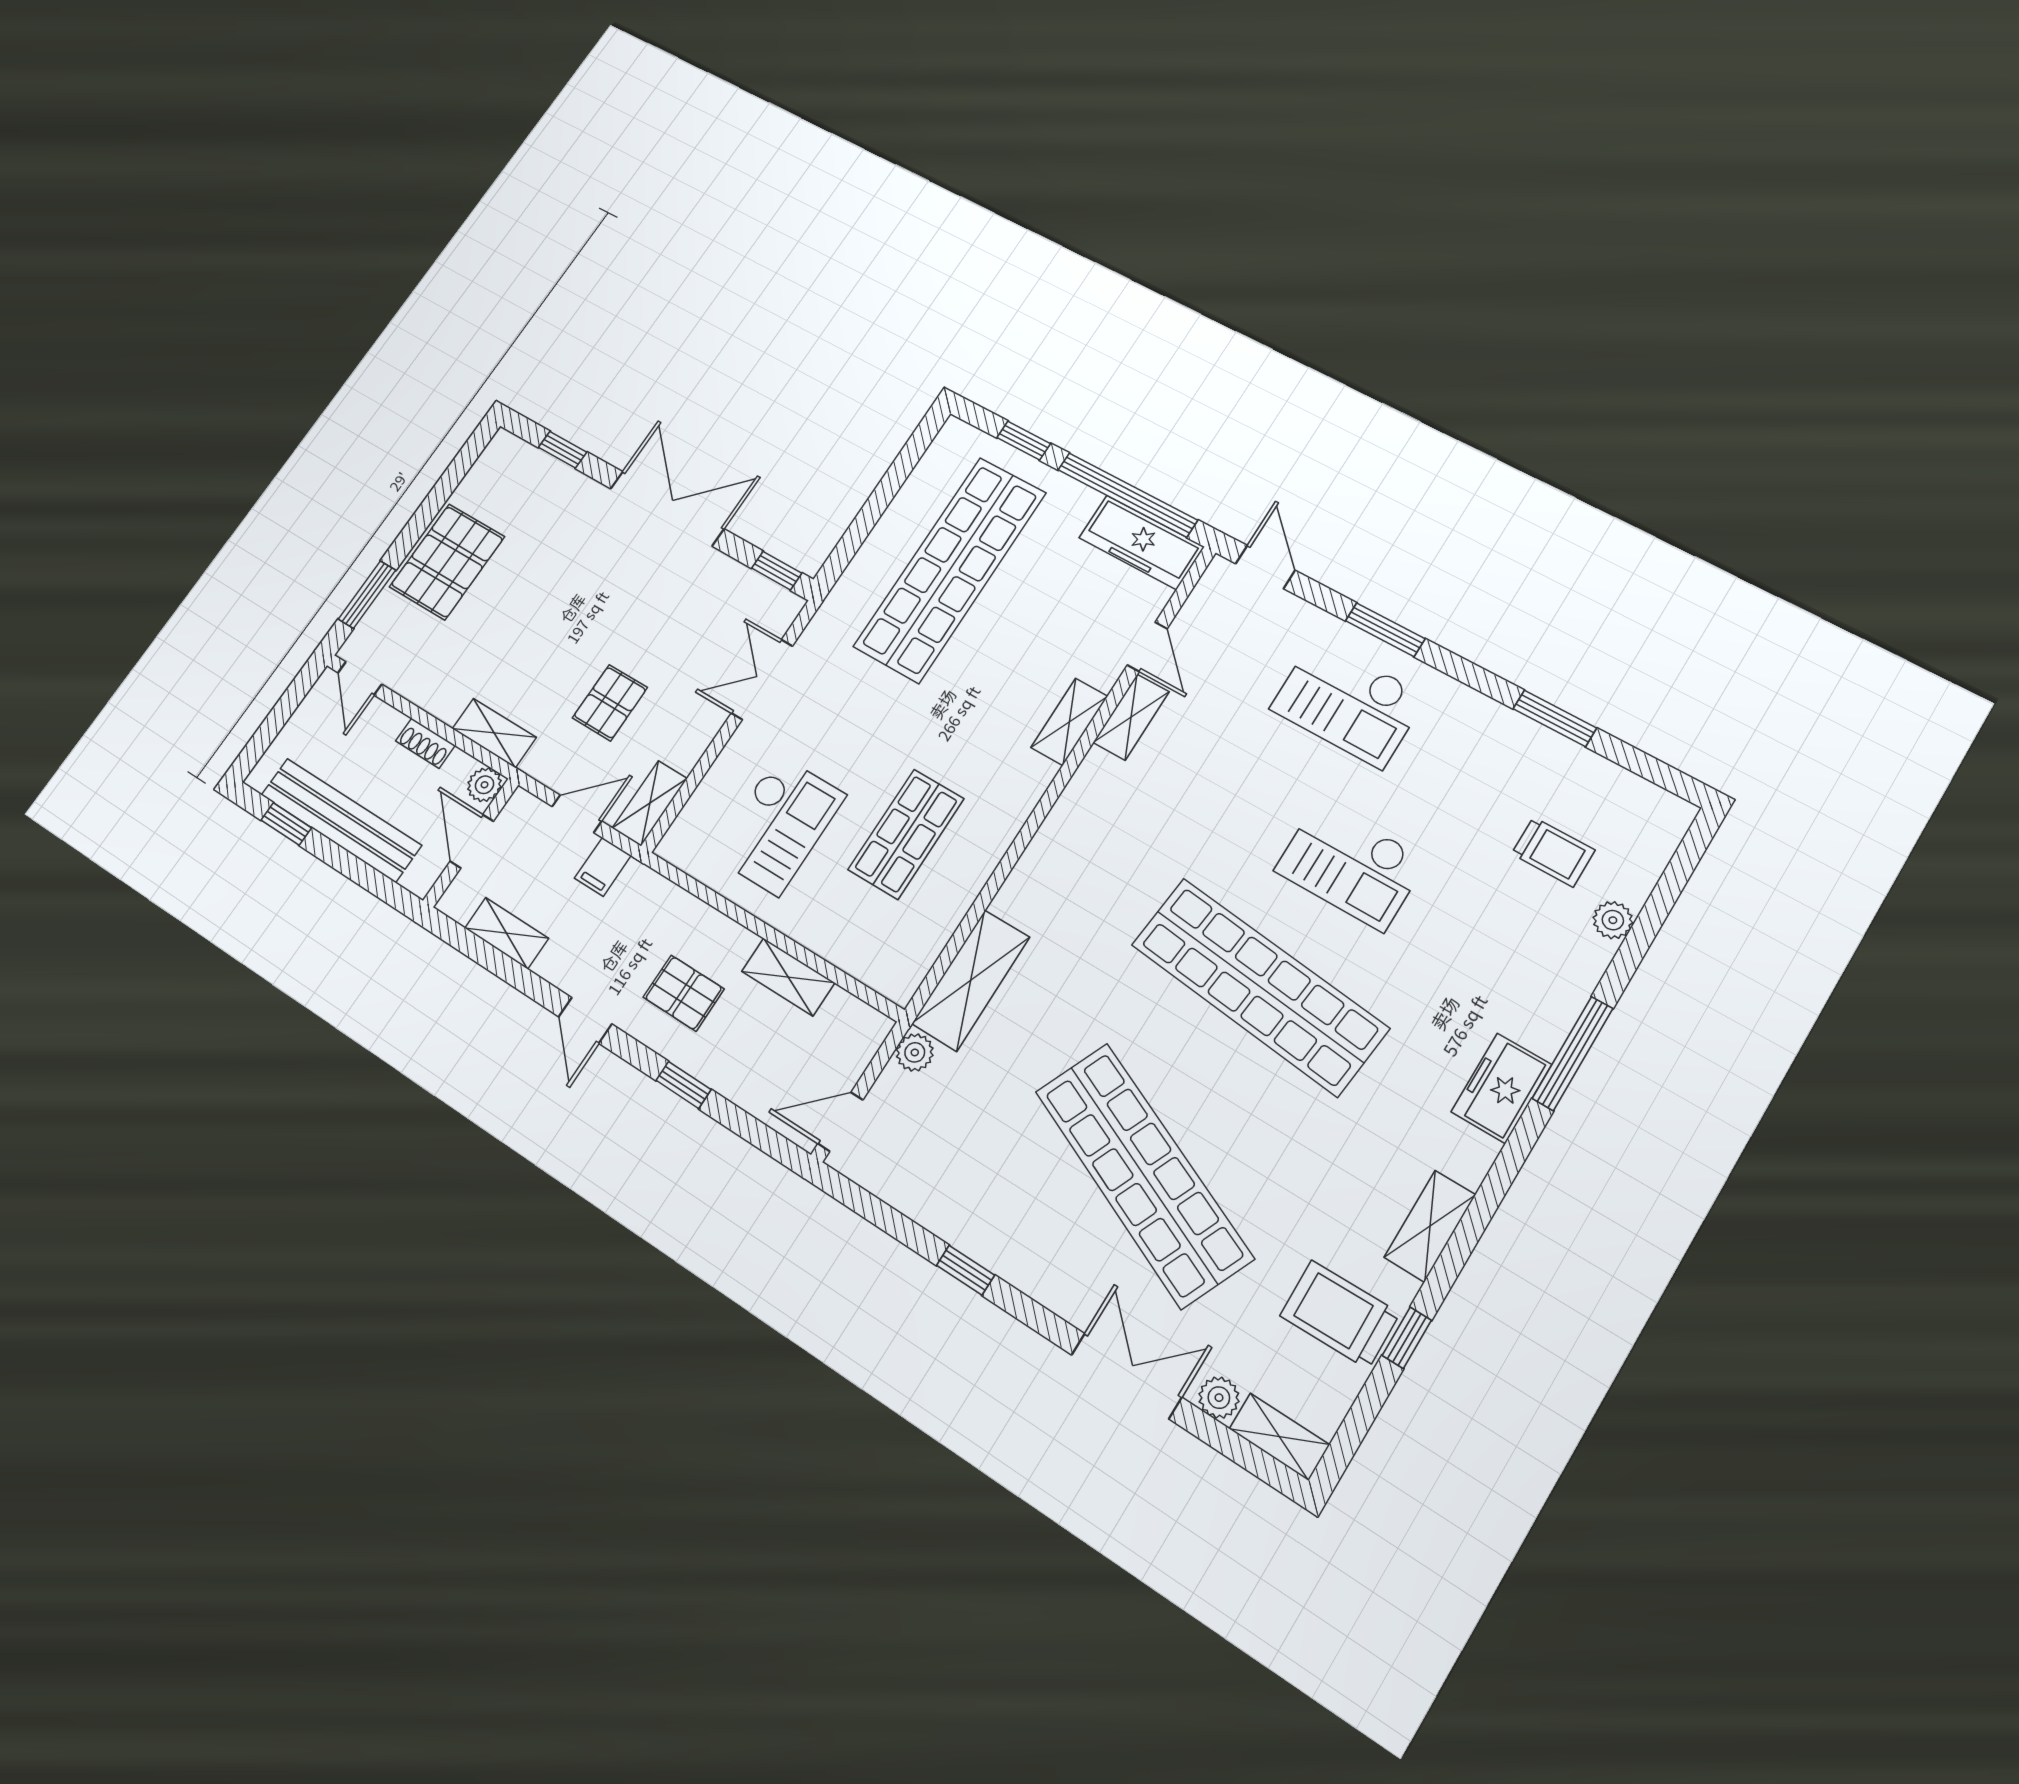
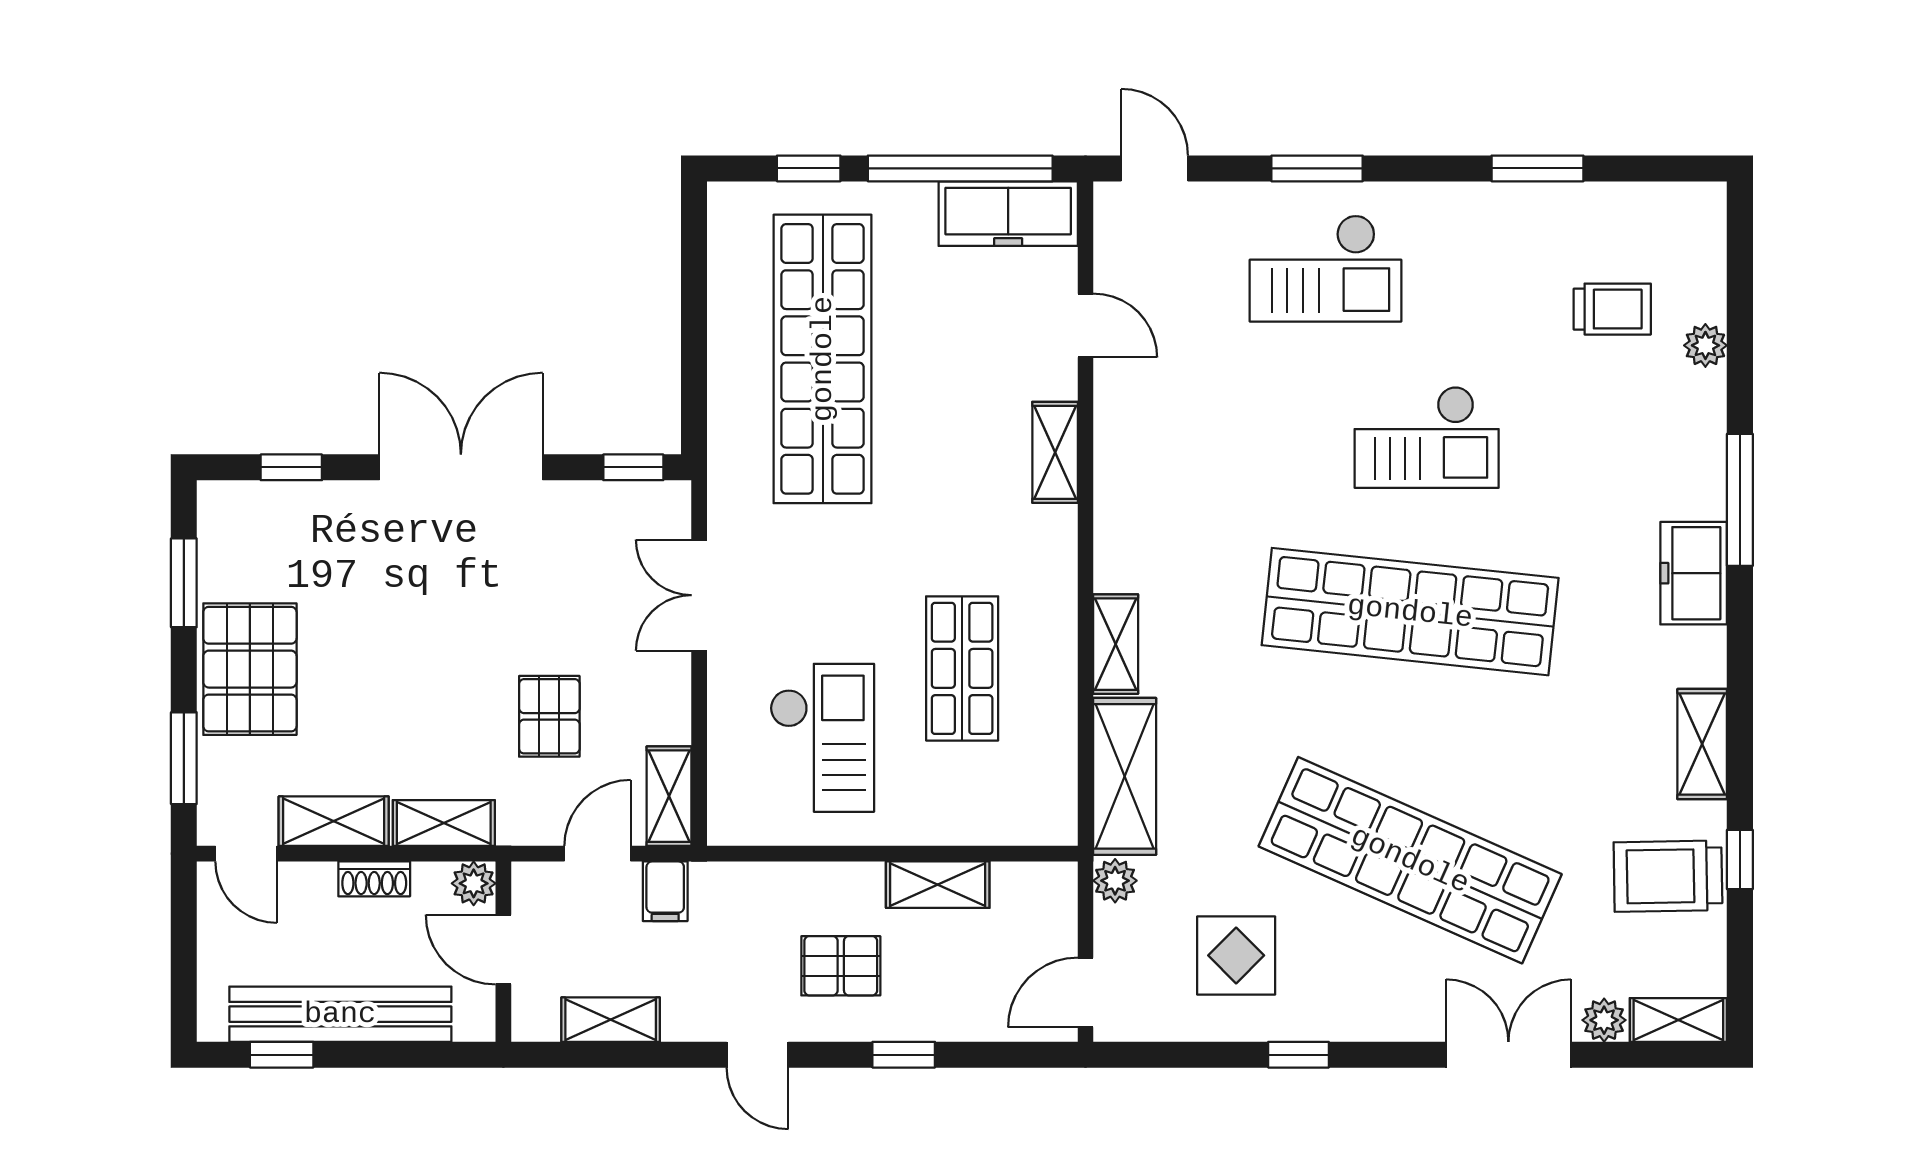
window: (447, 485) -> (184, 583), added
shelving: (427, 690) -> (334, 821), added
shelving: (1131, 717) -> (1116, 644), moved
display table: (967, 1164) -> (1236, 955), added

